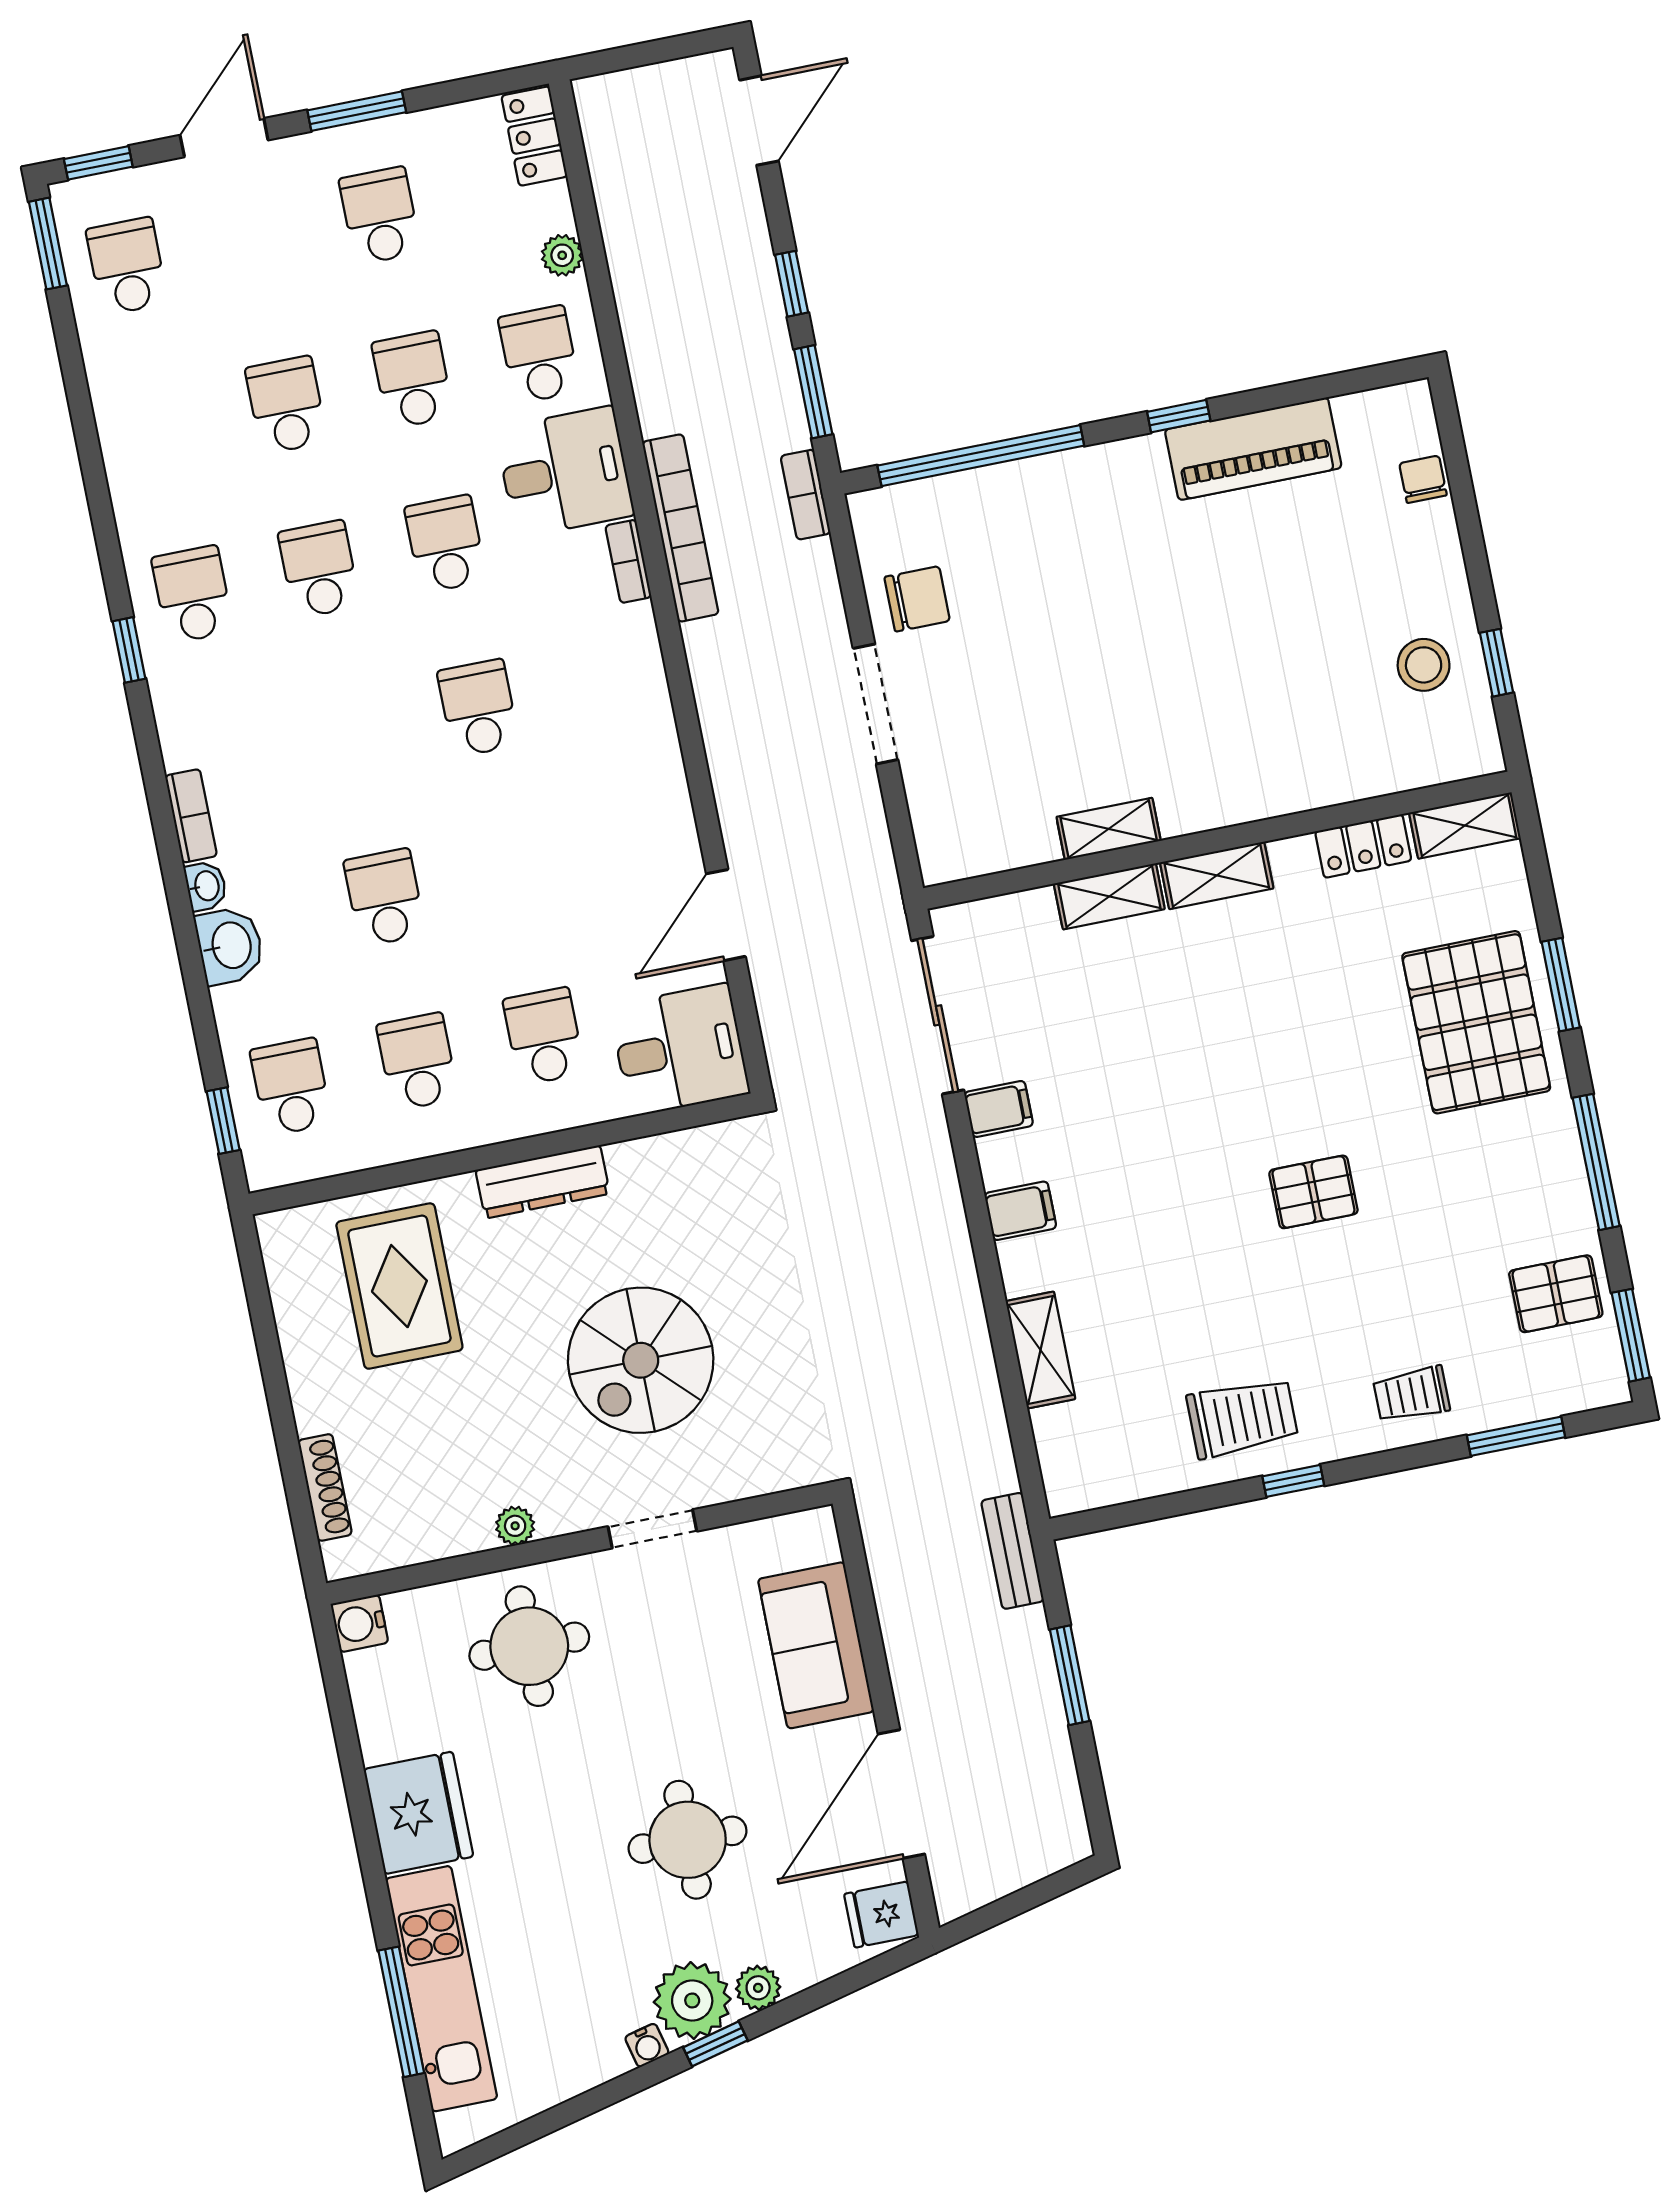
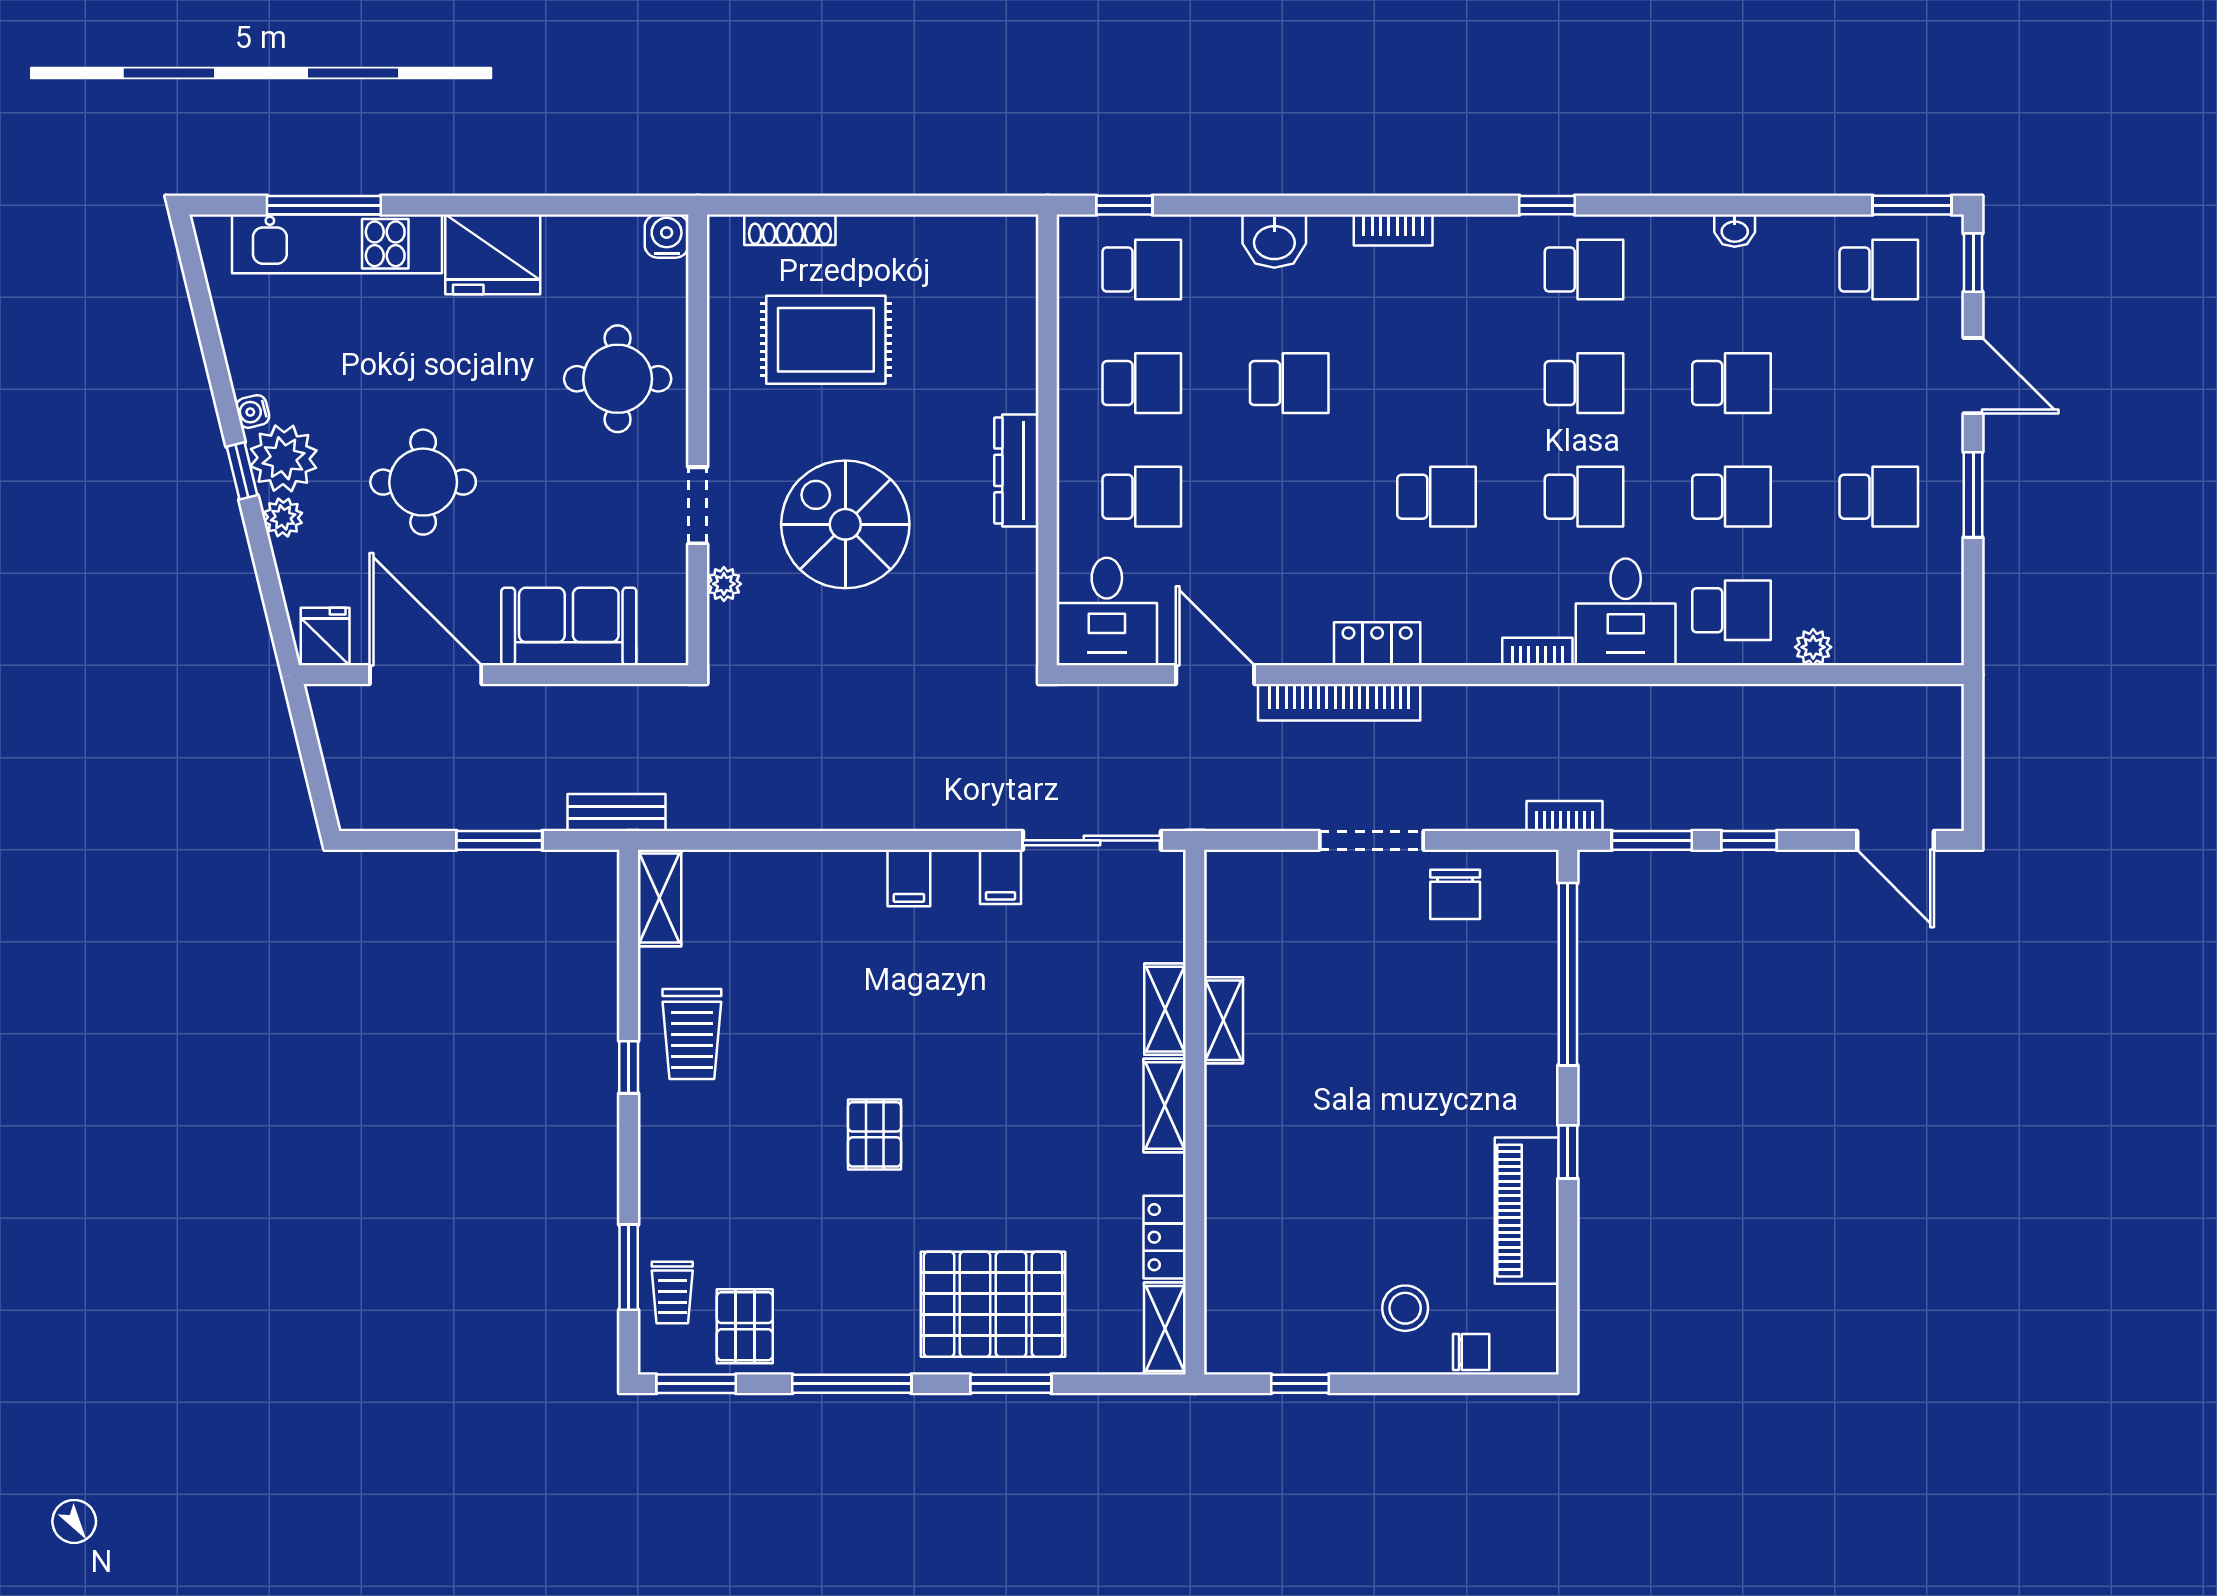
locker: (534, 136) -> (1377, 644), moved
bookcase: (680, 528) -> (1339, 702), moved
stool: (1424, 665) -> (1405, 1308), moved
washbasin: (206, 886) -> (1735, 231), moved
rug: (399, 1286) -> (826, 340), moved
shelving: (1041, 1350) -> (659, 898), moved, turned 90
trolley: (1411, 1394) -> (672, 1293), moved, turned 180
plant: (515, 1526) -> (724, 584), moved

